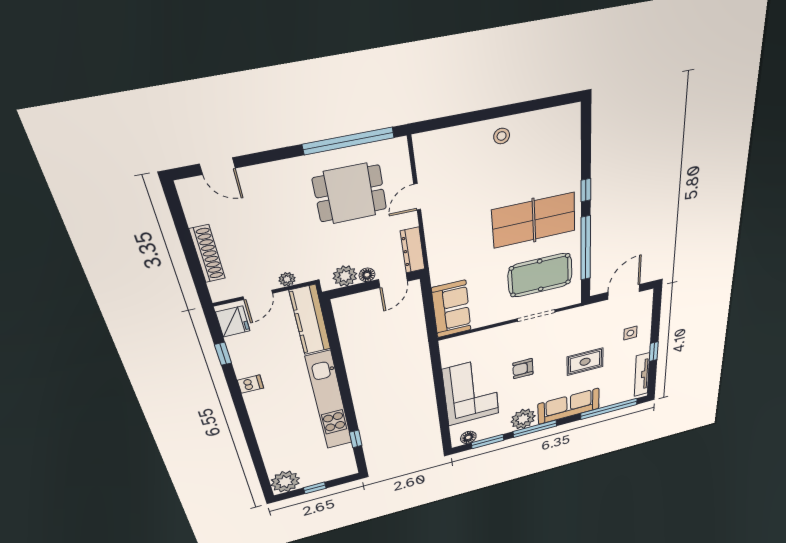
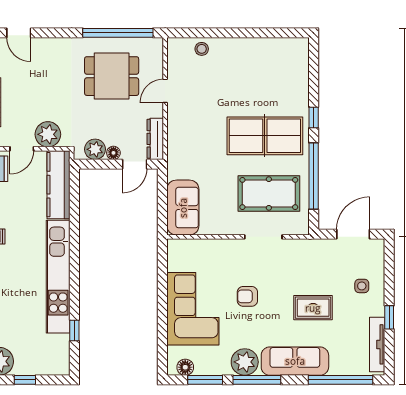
stool: (502, 136) -> (202, 49), moved
plant: (287, 279) -> (48, 134), width x1.88, depth x1.88

